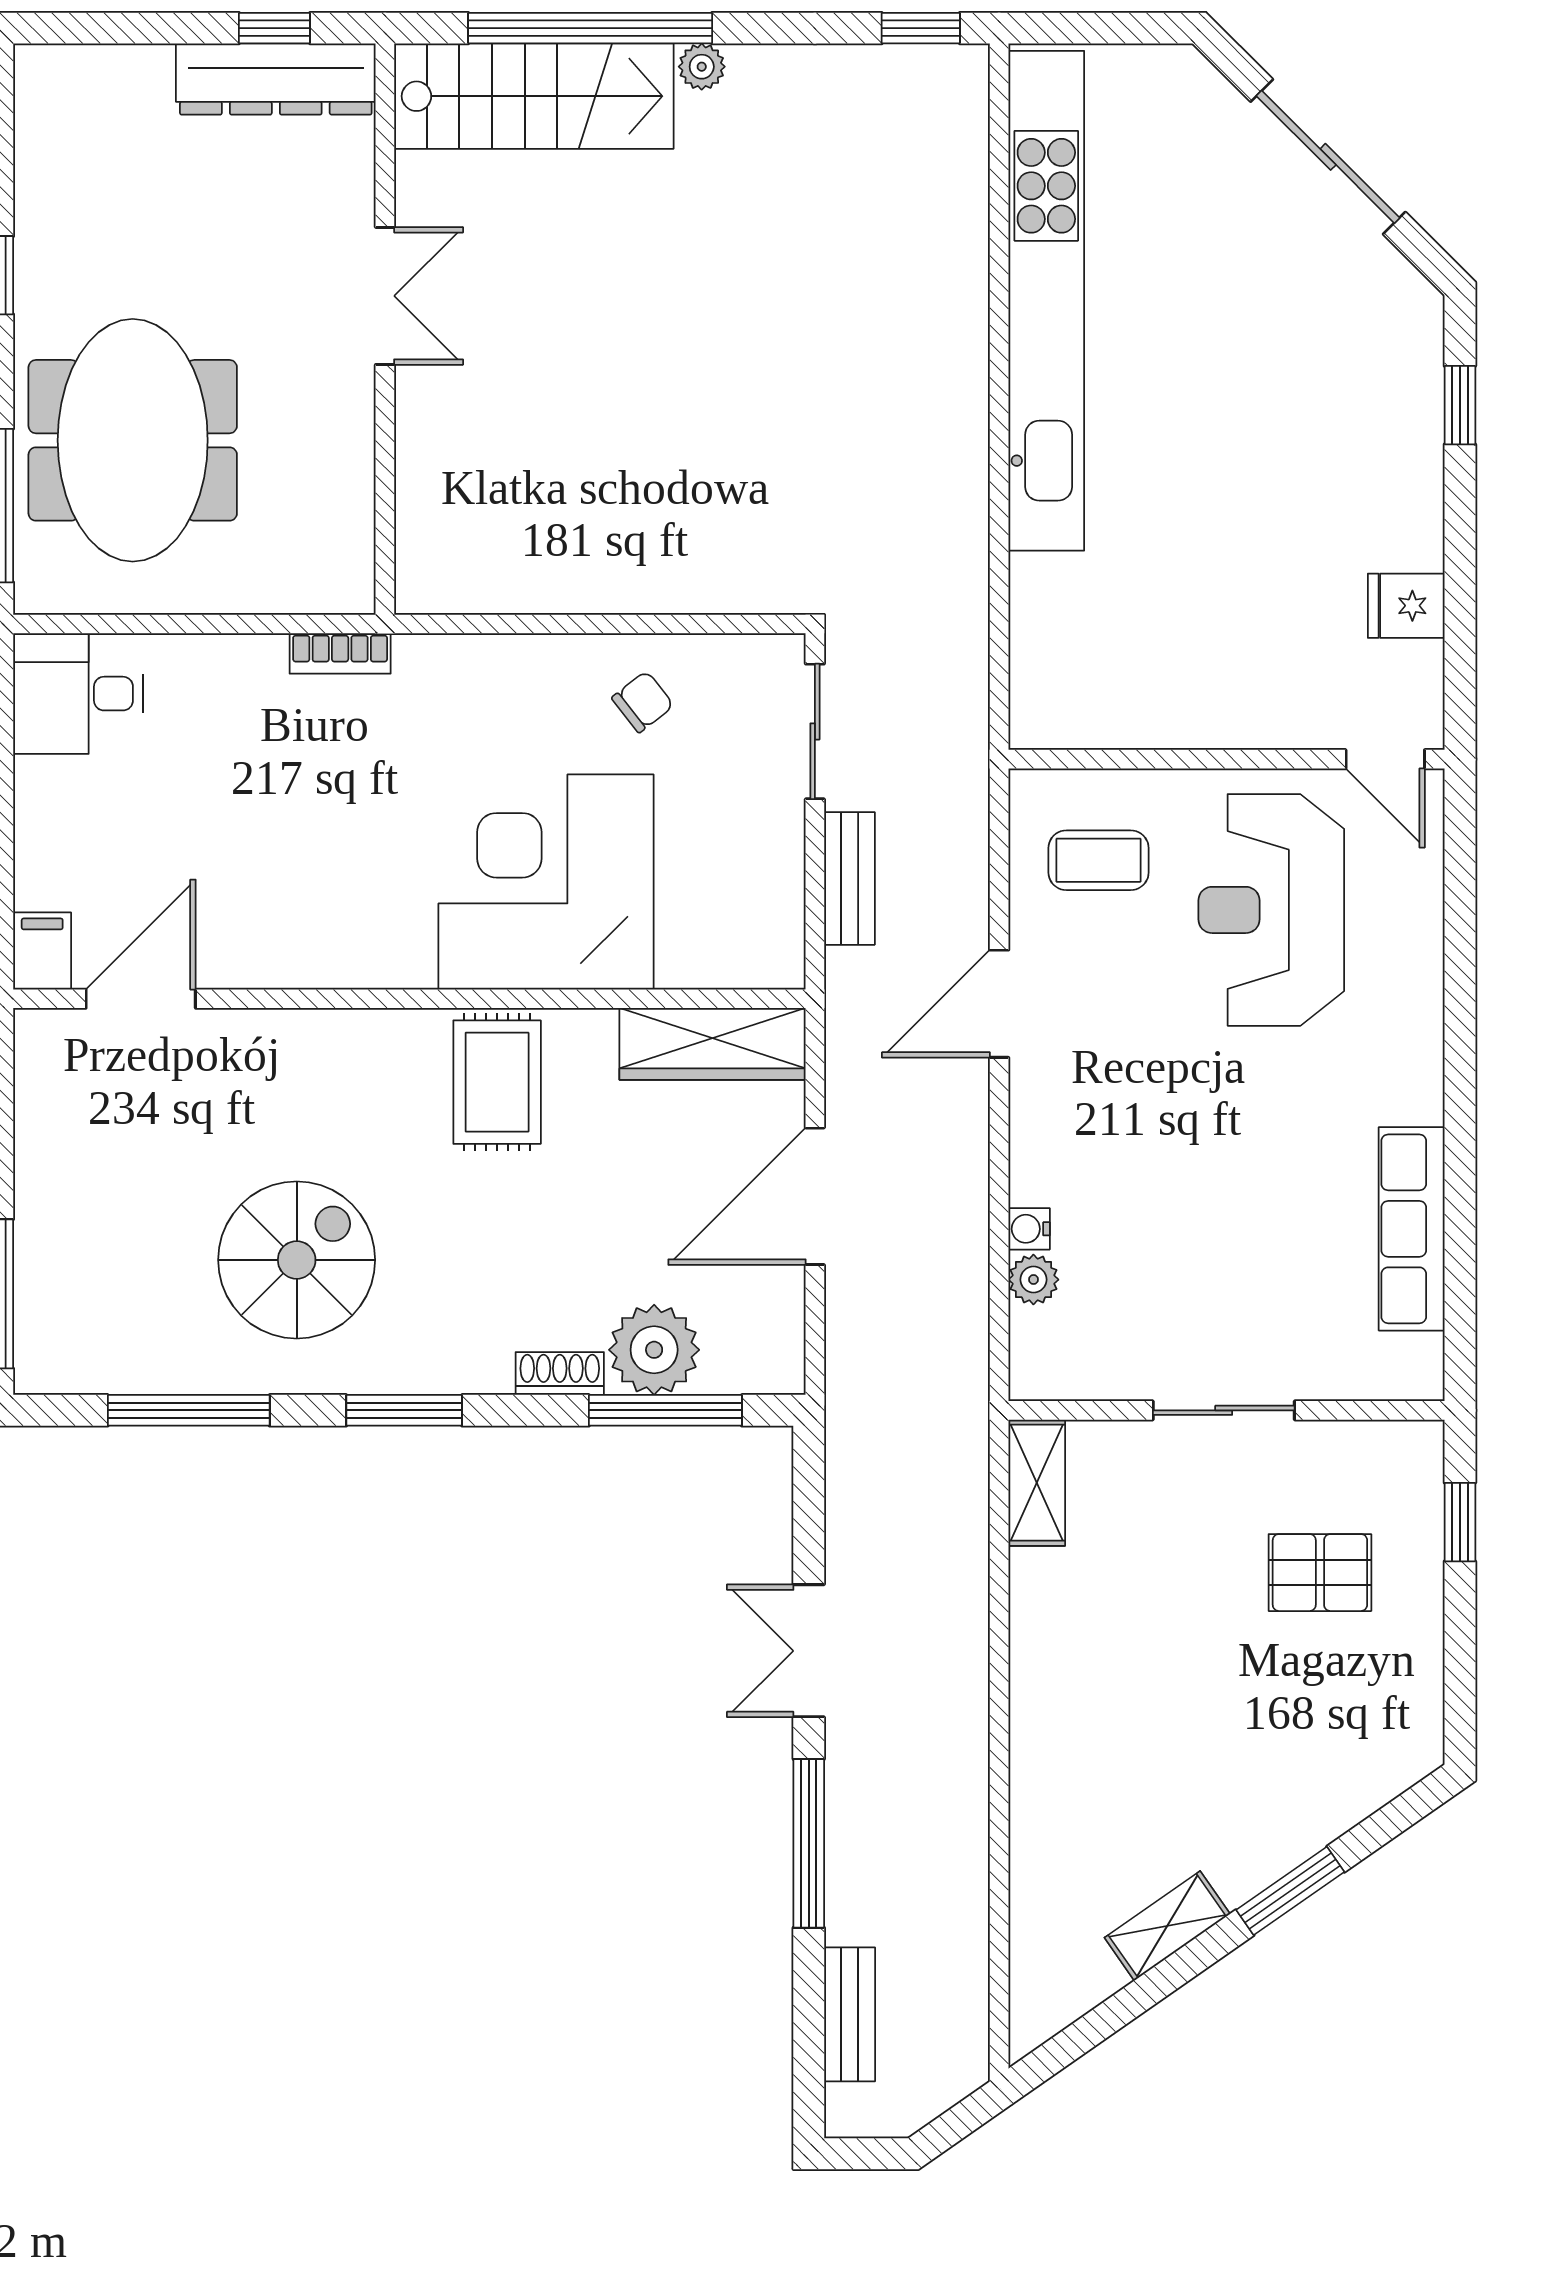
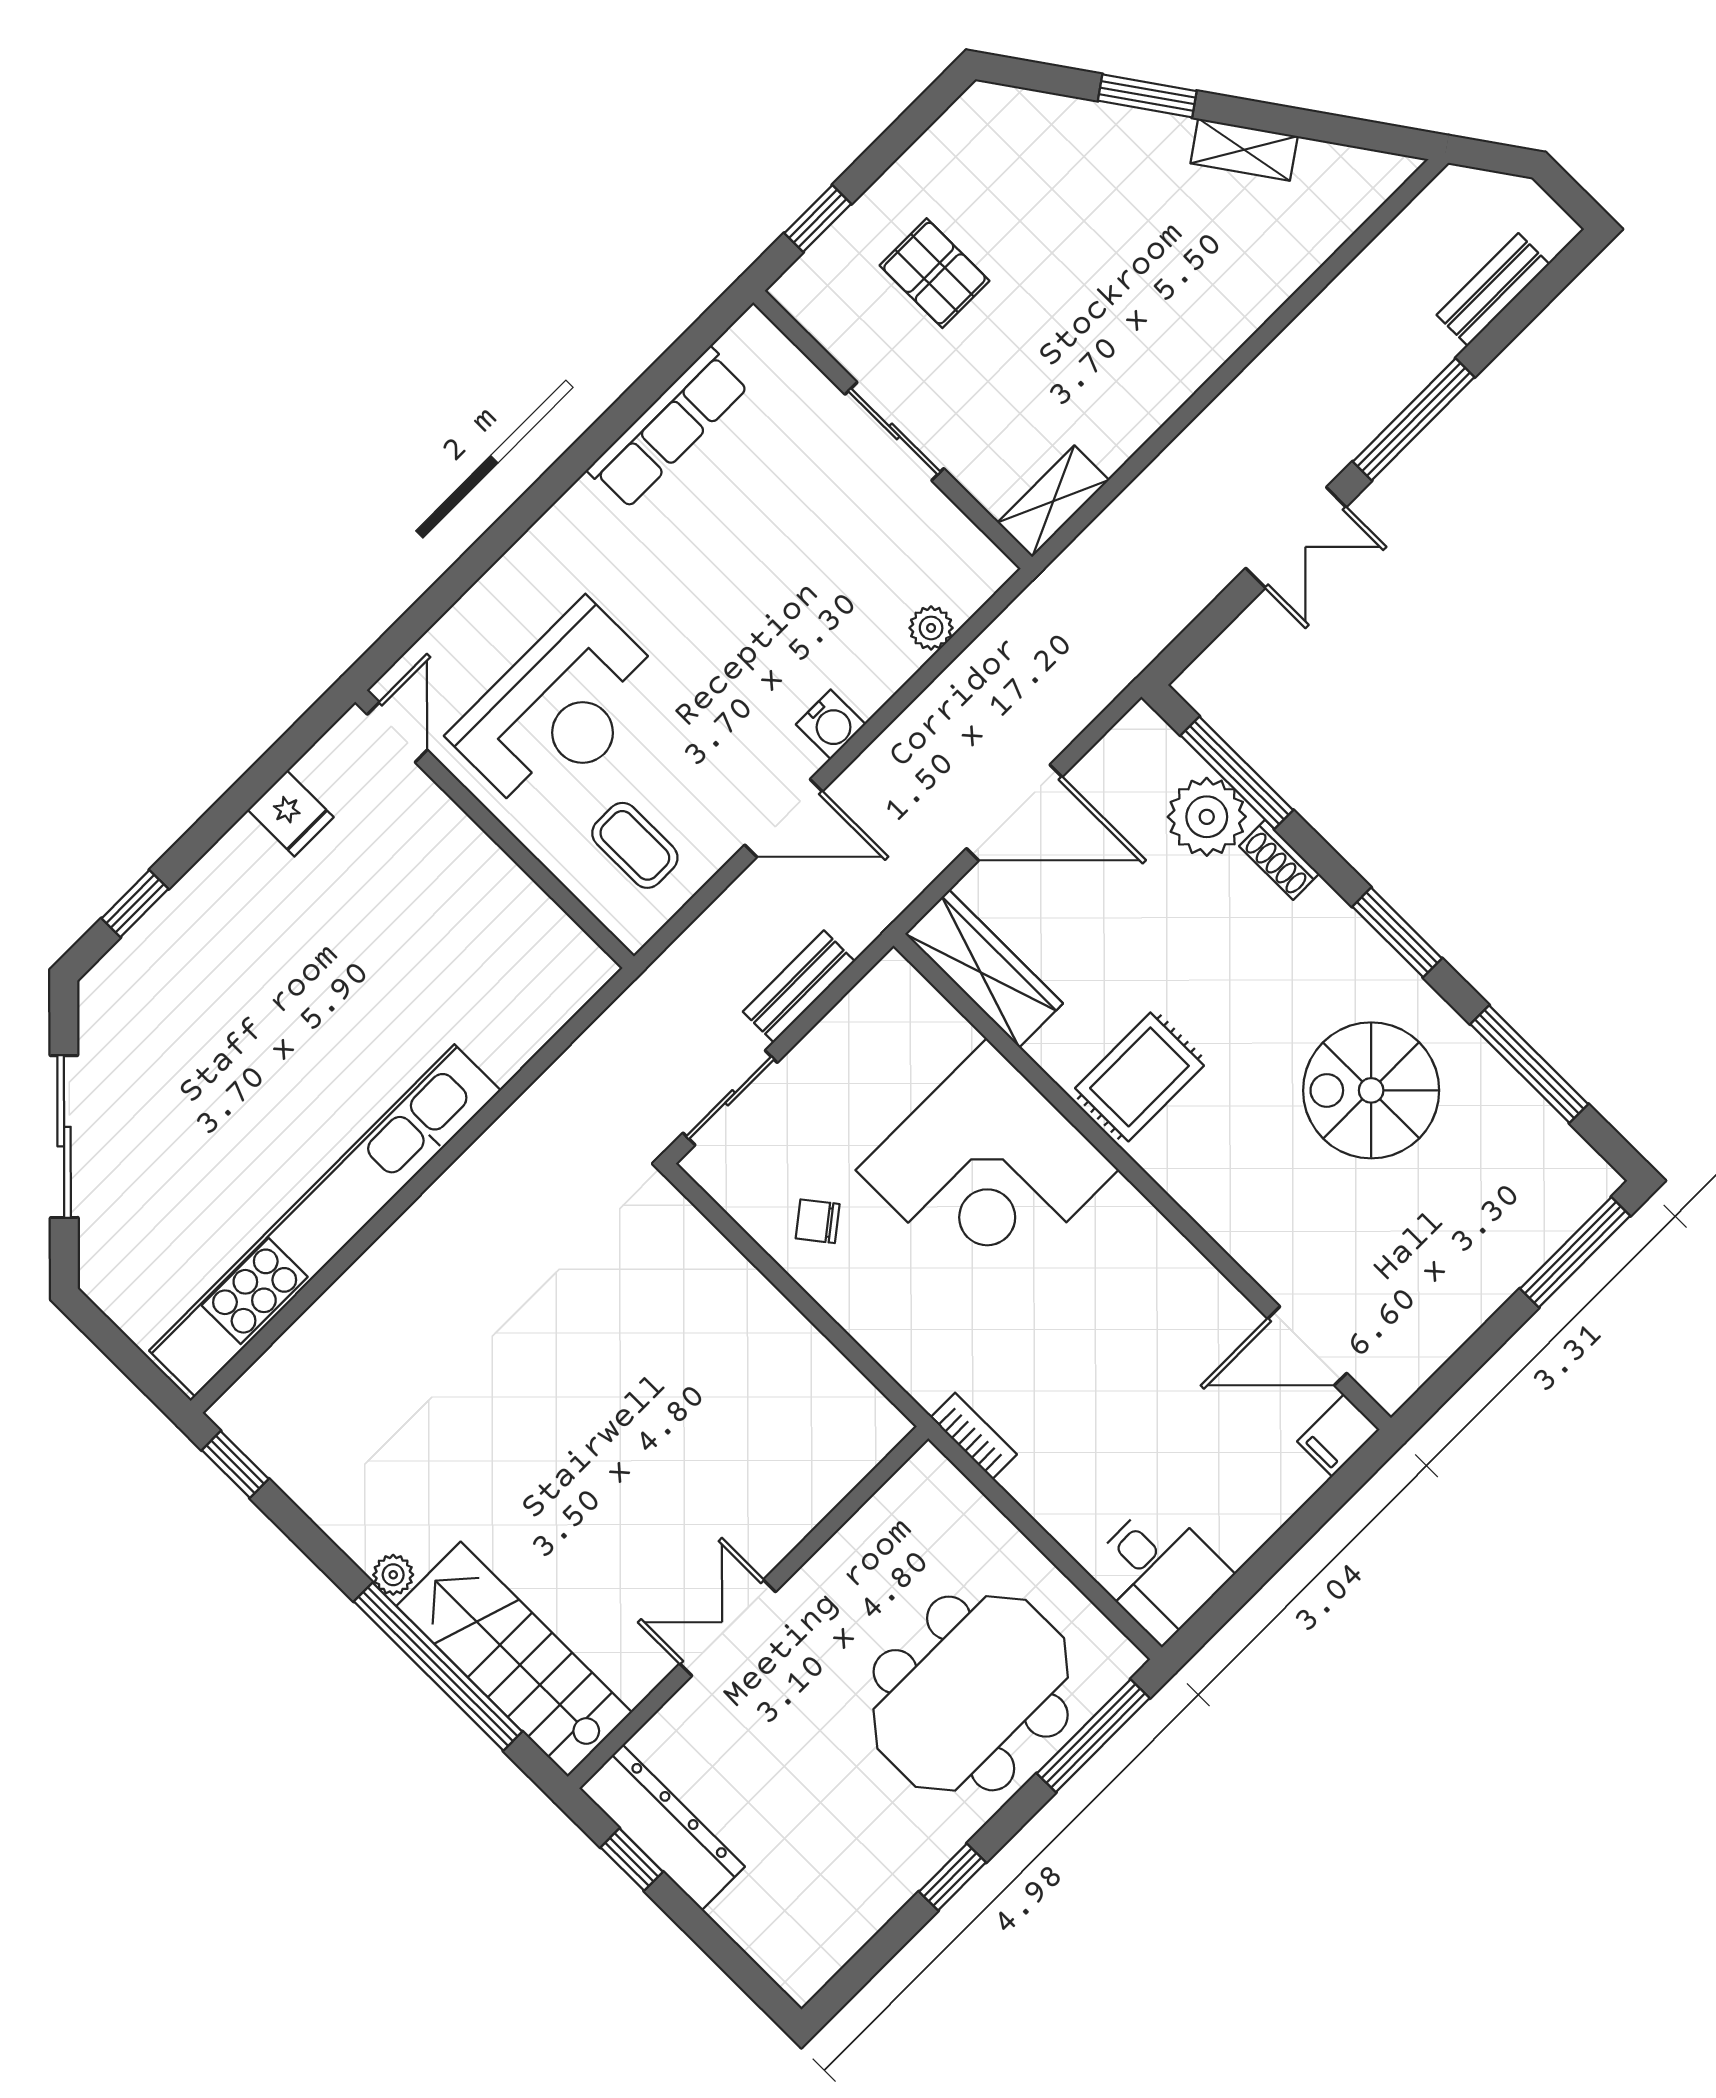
water cooler: (1029, 1229) -> (831, 724), moved, width x1.38, depth x1.38

